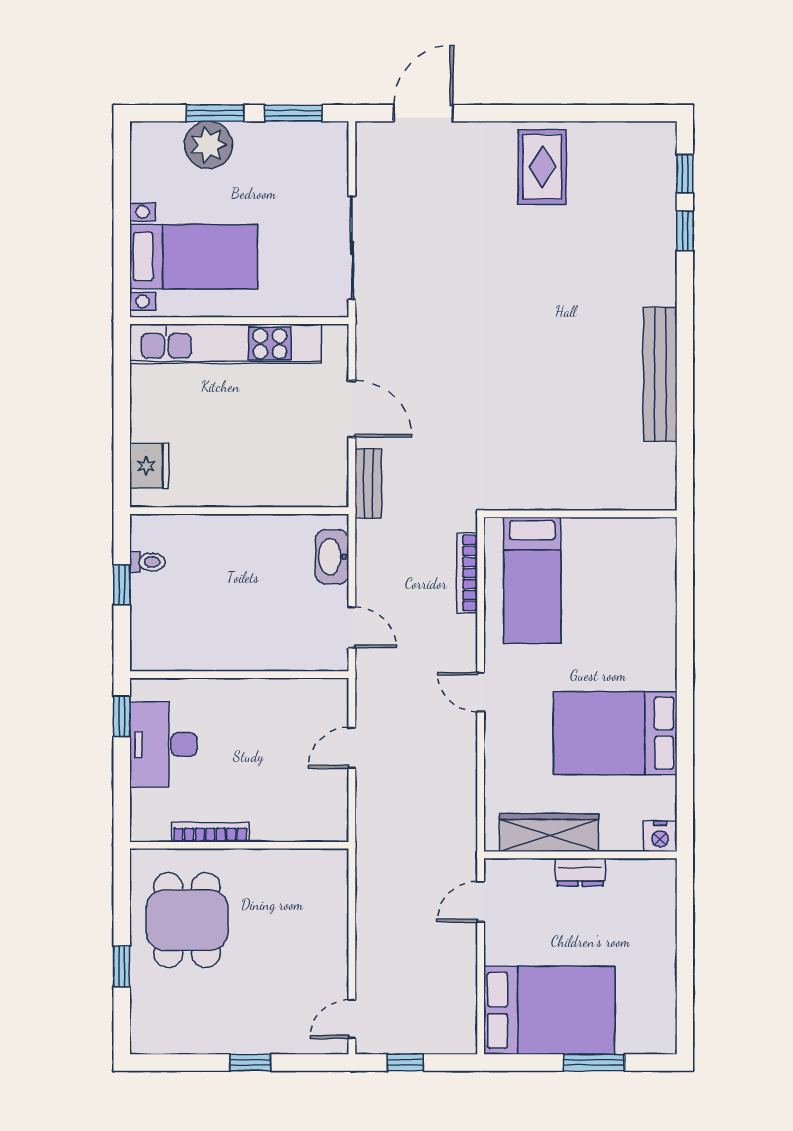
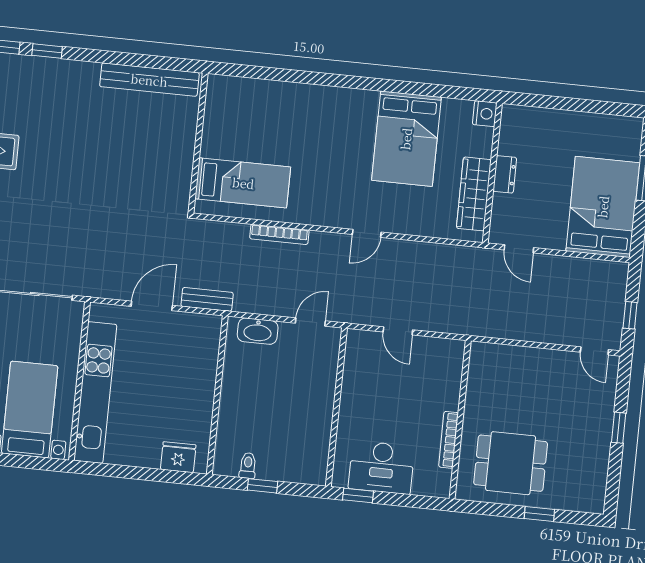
wall: (580, 514) -> (198, 143), moved
bed: (532, 580) -> (243, 183), moved

